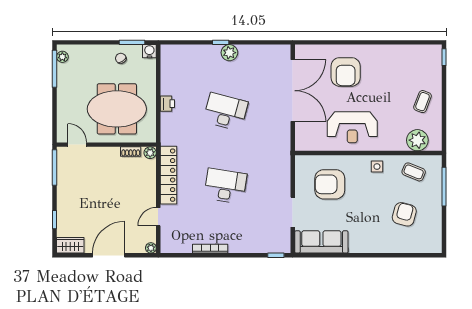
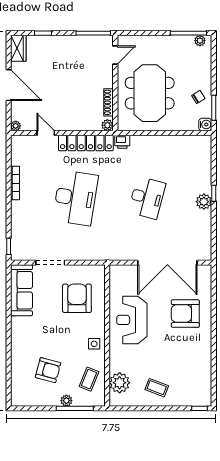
printer: (167, 104) -> (122, 142), moved
shoe rack: (131, 152) -> (109, 102), width x1.43
desk: (225, 186) -> (75, 198), width x1.36, depth x1.30
plant: (436, 195) -> (66, 401), added

